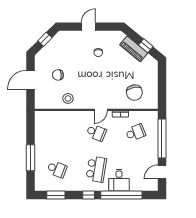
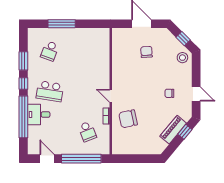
door: (88, 27) -> (196, 94), moved
window: (146, 46) -> (185, 132), moved
chair: (134, 93) -> (128, 119), moved
stool: (68, 98) -> (182, 58), moved
school desk: (96, 133) -> (87, 91), removed
window: (56, 195) -> (23, 61), moved

